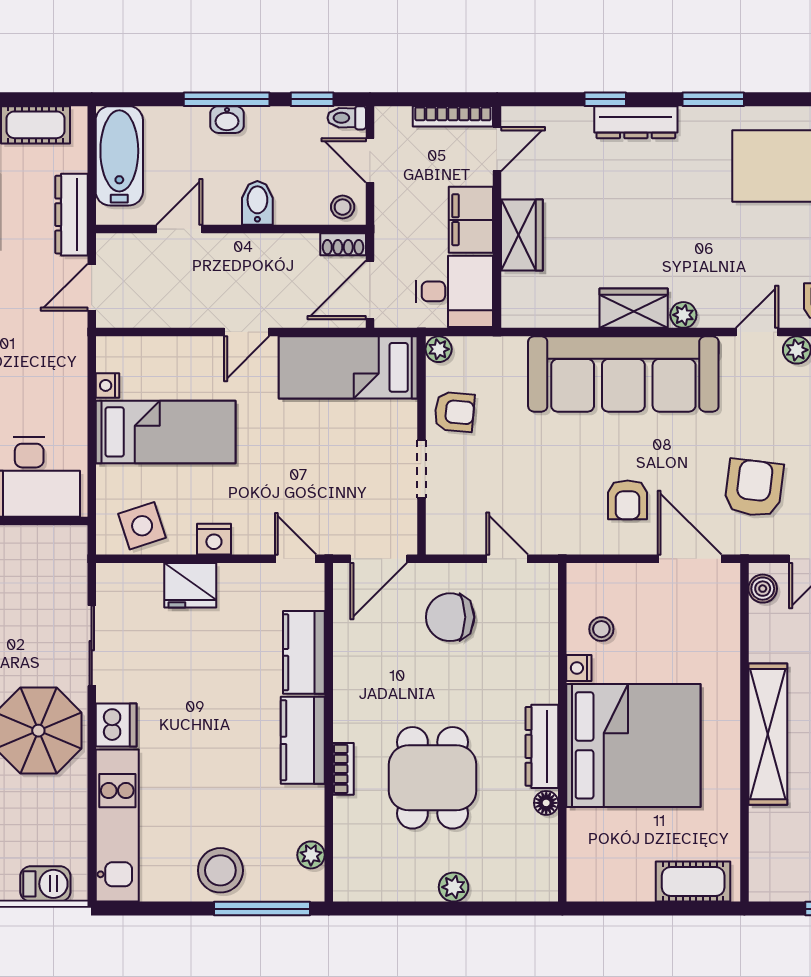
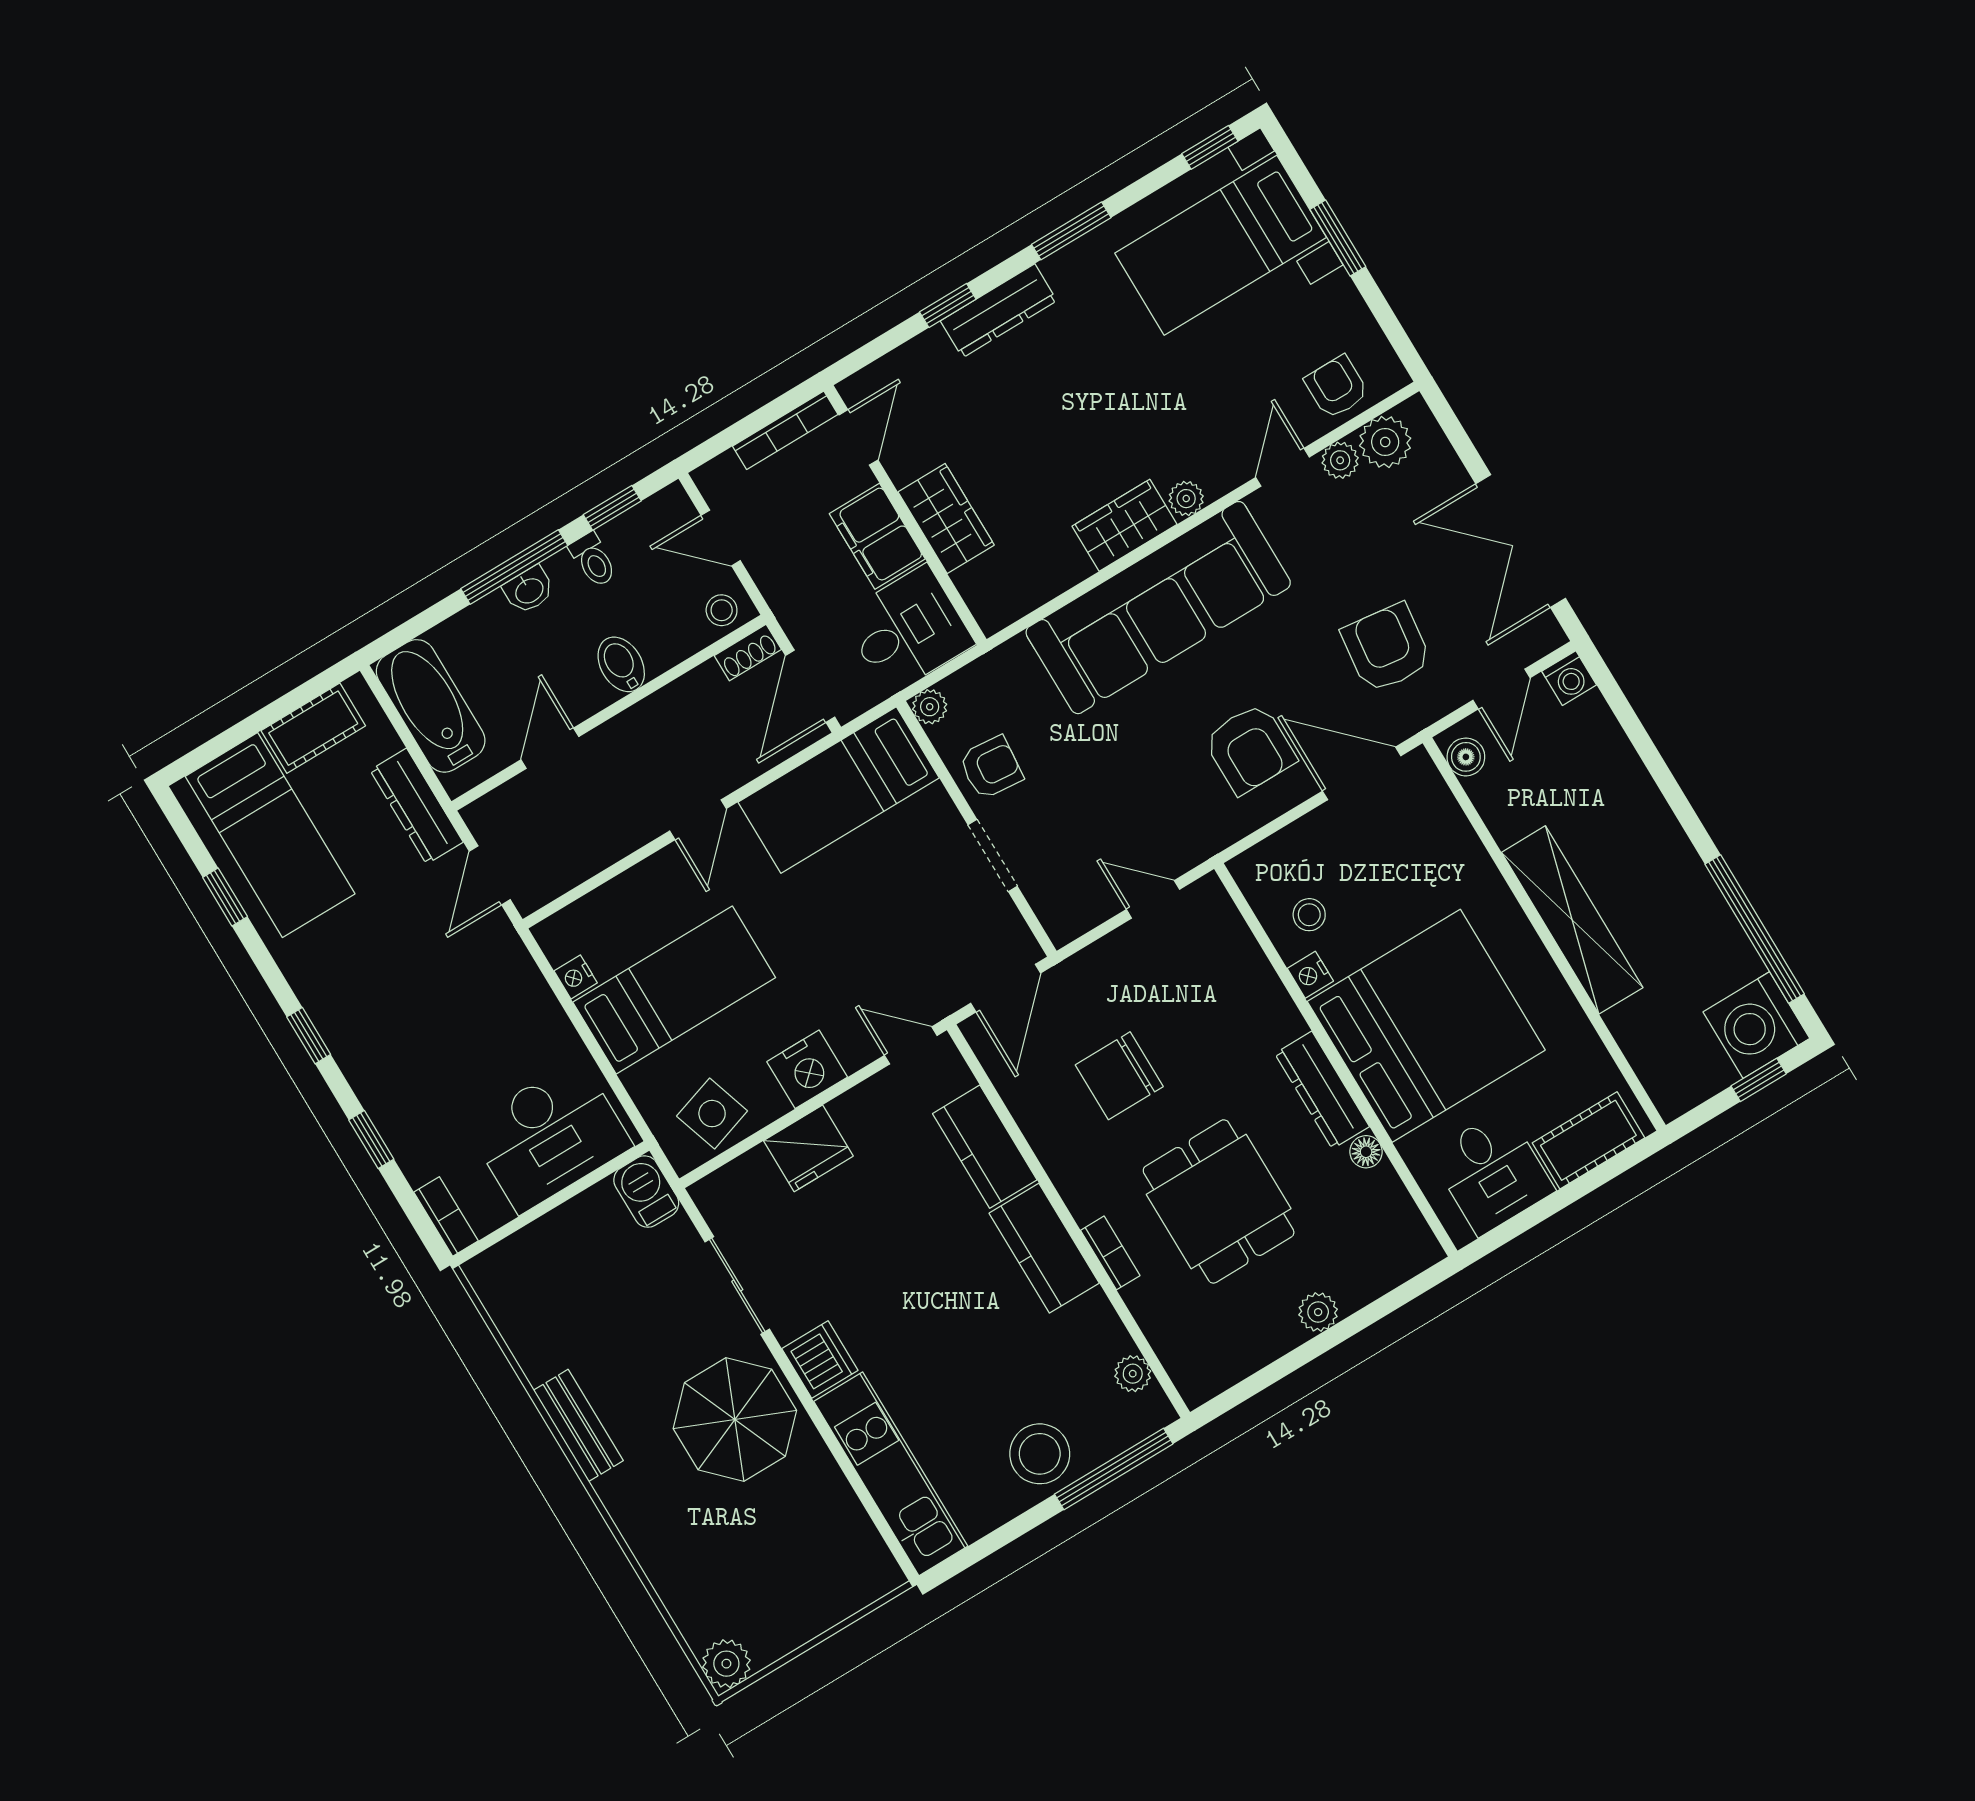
toilet: (347, 118) -> (593, 560), moved, turned -90
armchair: (628, 500) -> (1250, 749), width x1.38, depth x1.38
nightstand: (214, 539) -> (807, 1069), width x1.36, depth x1.33
chair: (450, 617) -> (1119, 1076), moved
desk: (619, 865) -> (1492, 1172), added
barbecue: (45, 884) -> (646, 1192), moved, turned -90

